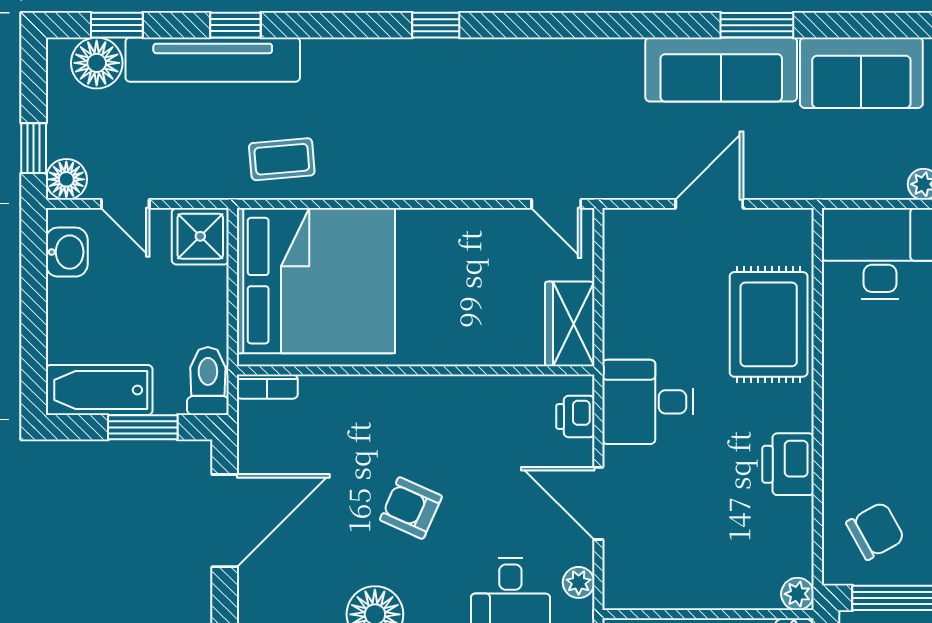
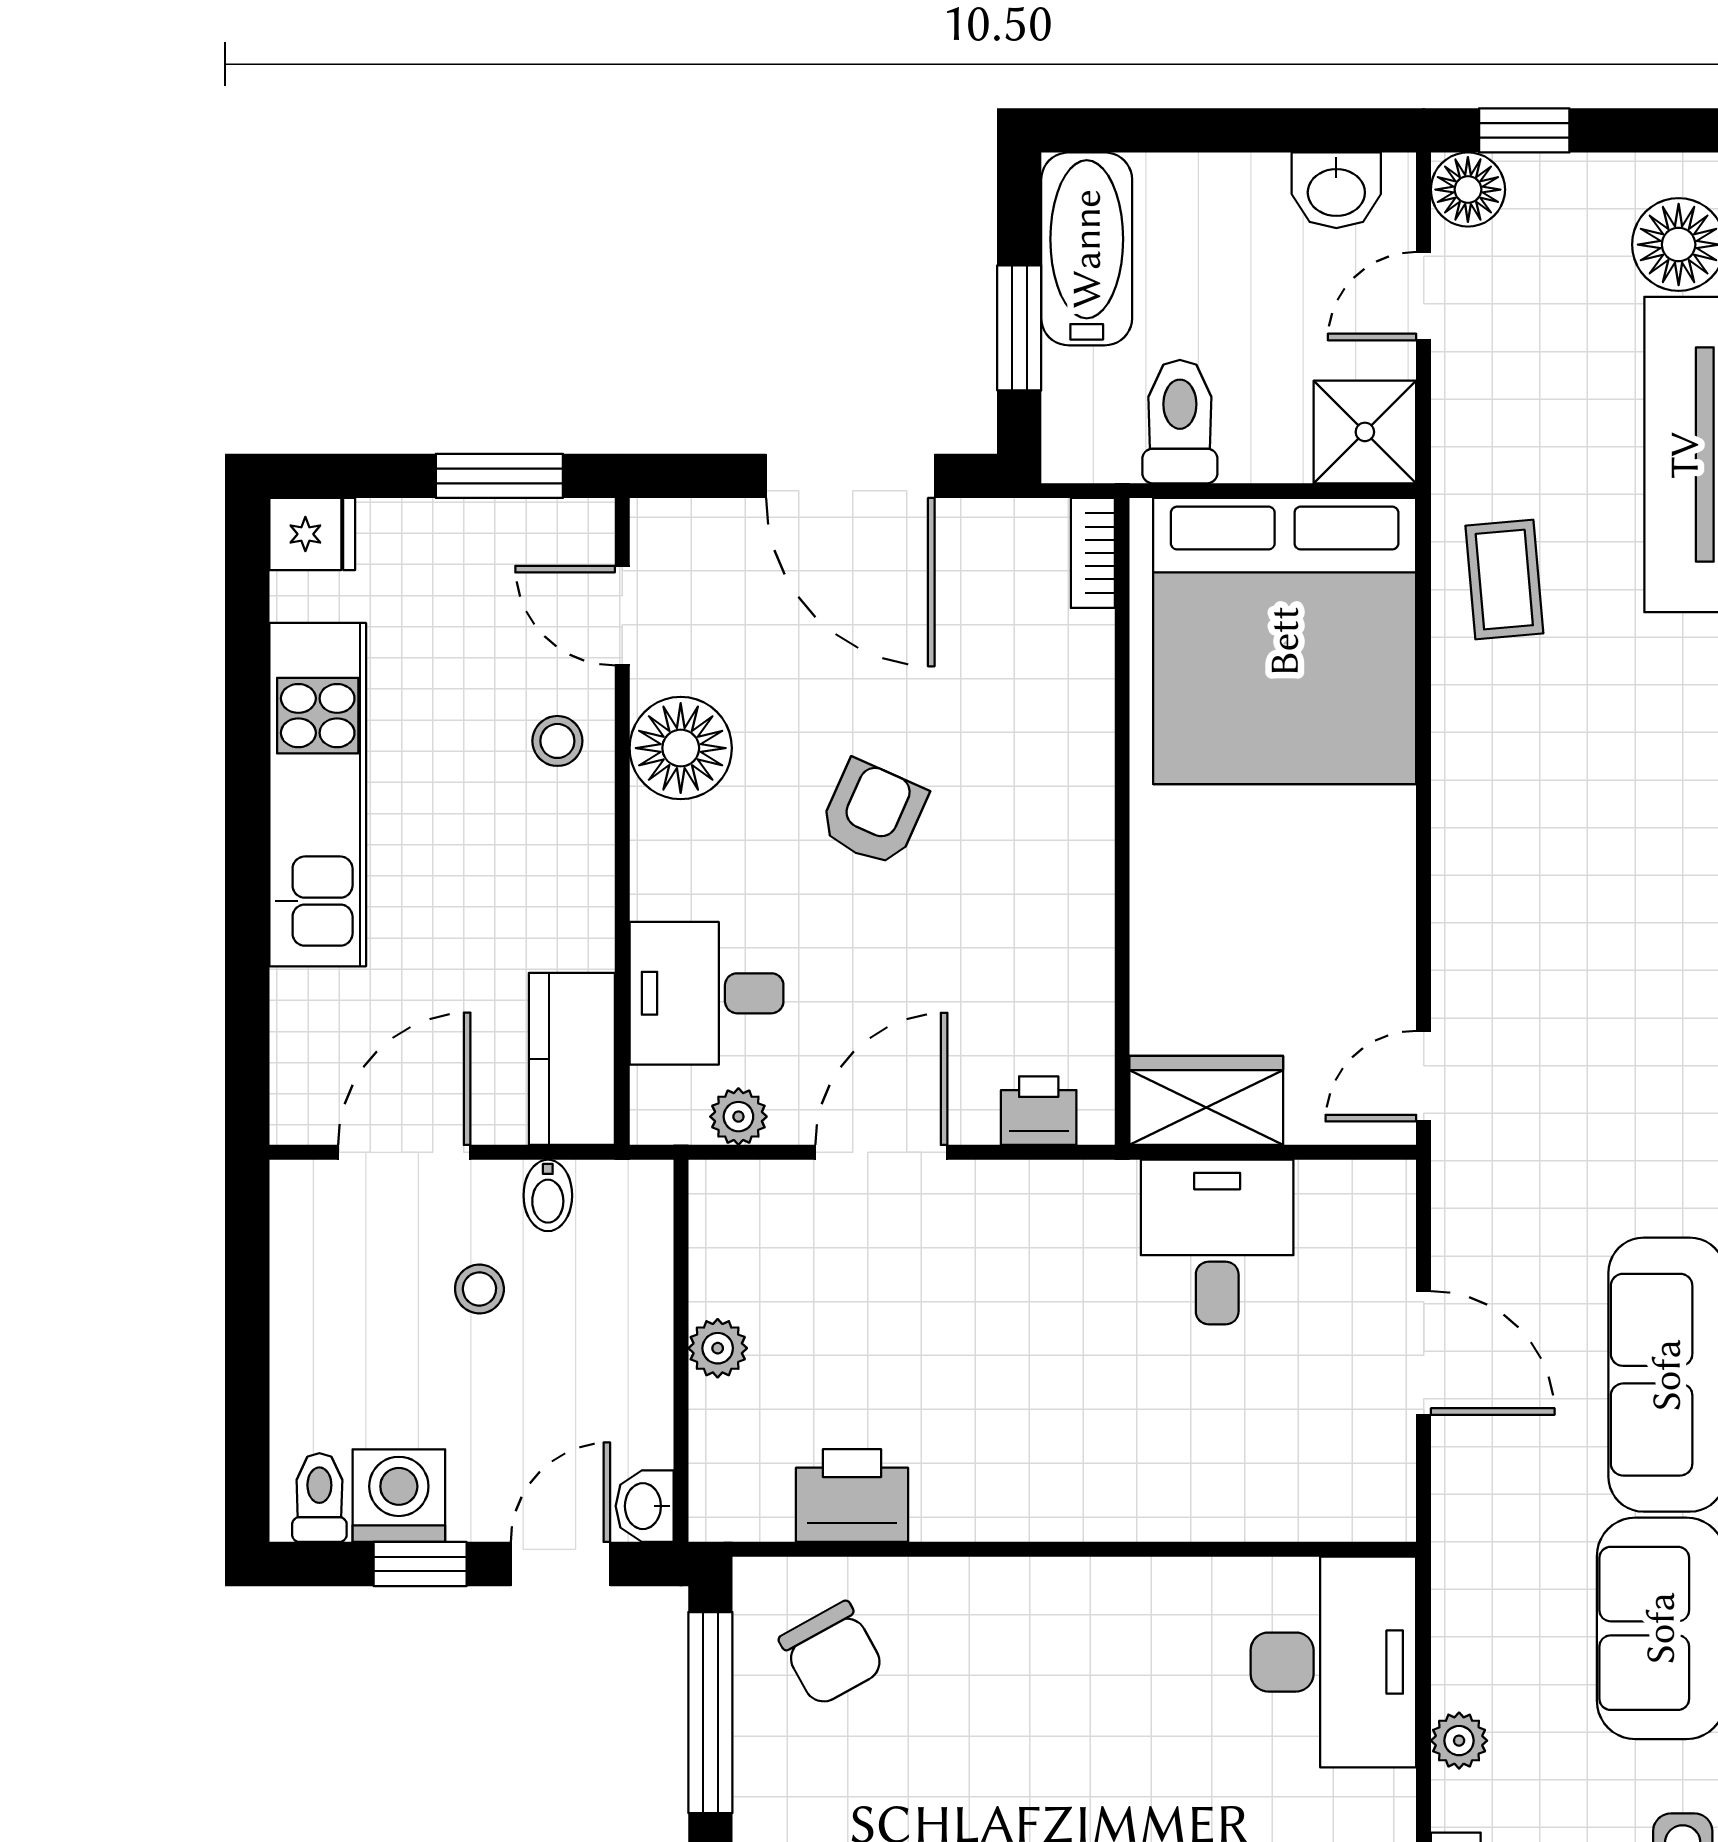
rug: (769, 324) -> (1205, 1460), removed
toilet: (208, 381) -> (1180, 422), moved, turned -90
desk: (648, 402) -> (1217, 1242), moved
printer: (788, 464) -> (852, 1496), moved
plant: (797, 594) -> (718, 1348), moved

